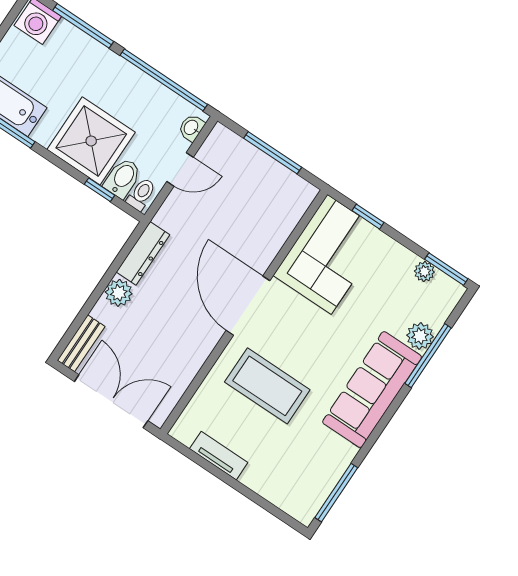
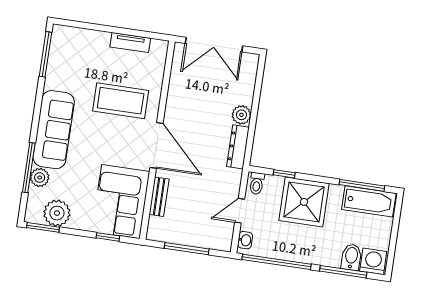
bidet: (123, 178) -> (351, 257), moved, turned 180
plant: (424, 272) -> (57, 213), width x1.87, depth x1.87
bench: (81, 343) -> (159, 197), moved

